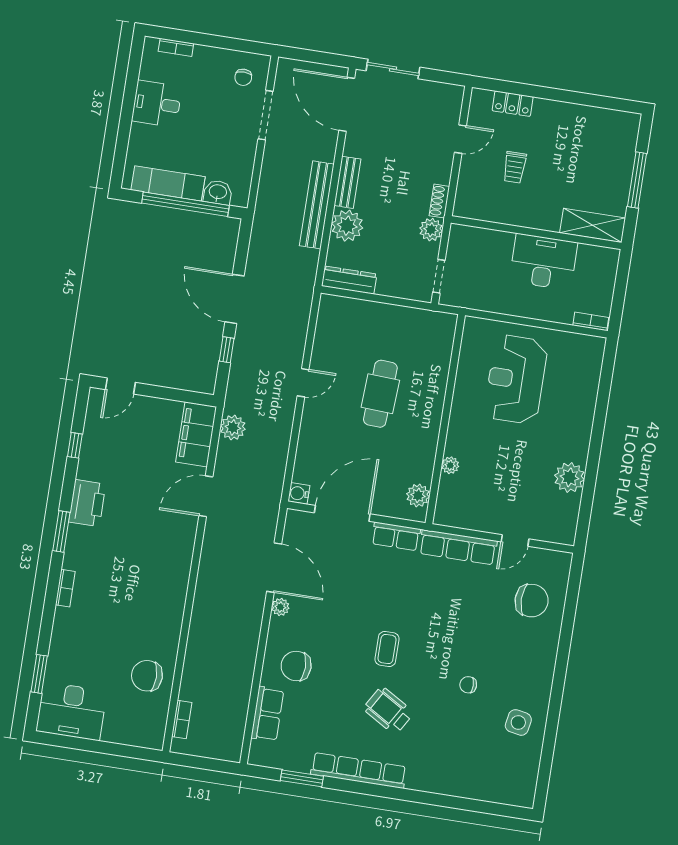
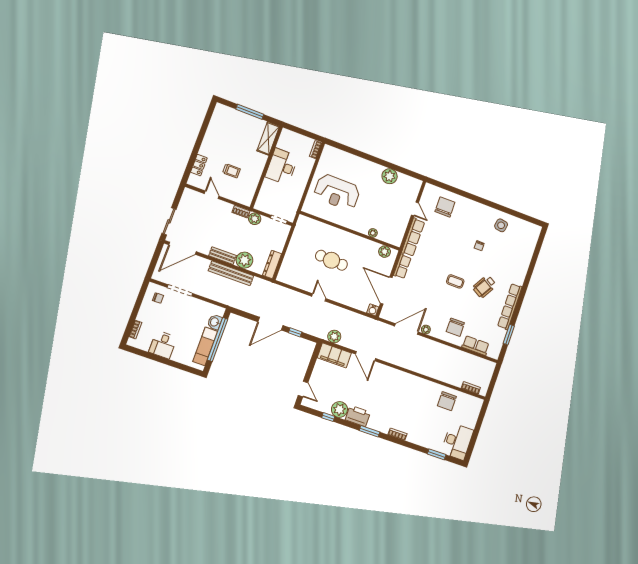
plant: (93, 464) -> (339, 409), added

